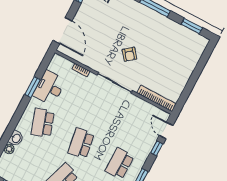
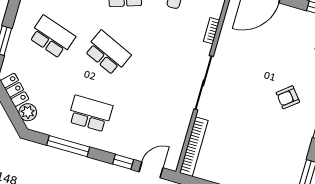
armchair: (129, 54) -> (288, 97), moved
school desk: (81, 143) -> (108, 53), turned 33

